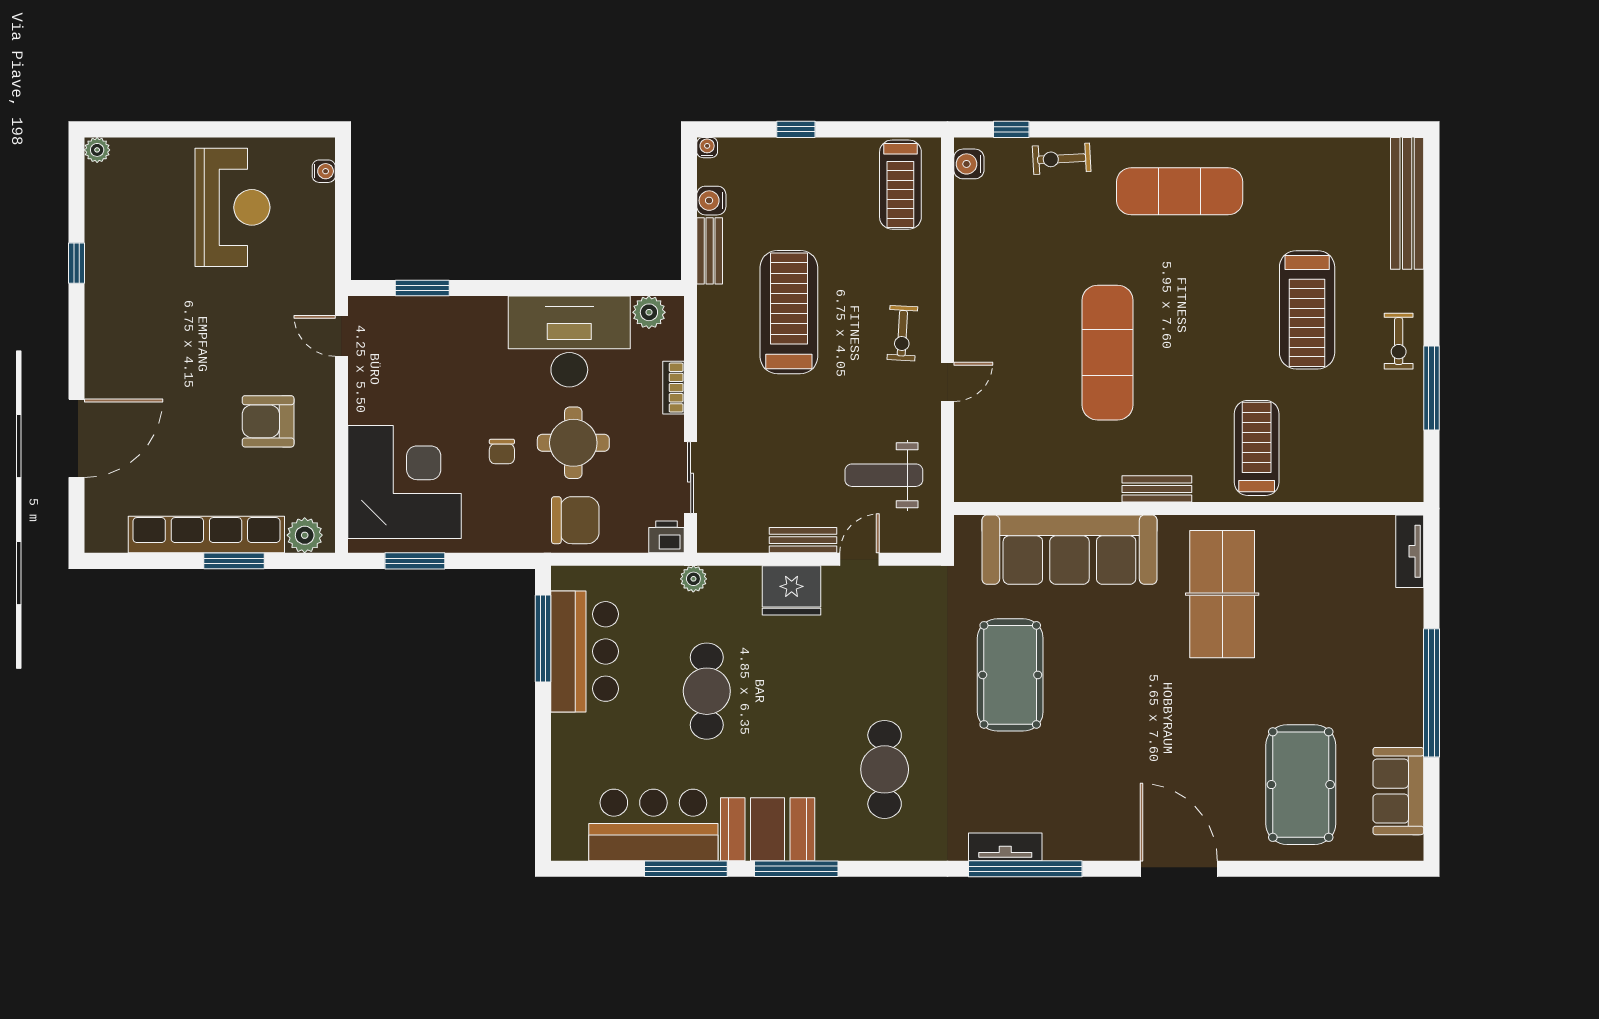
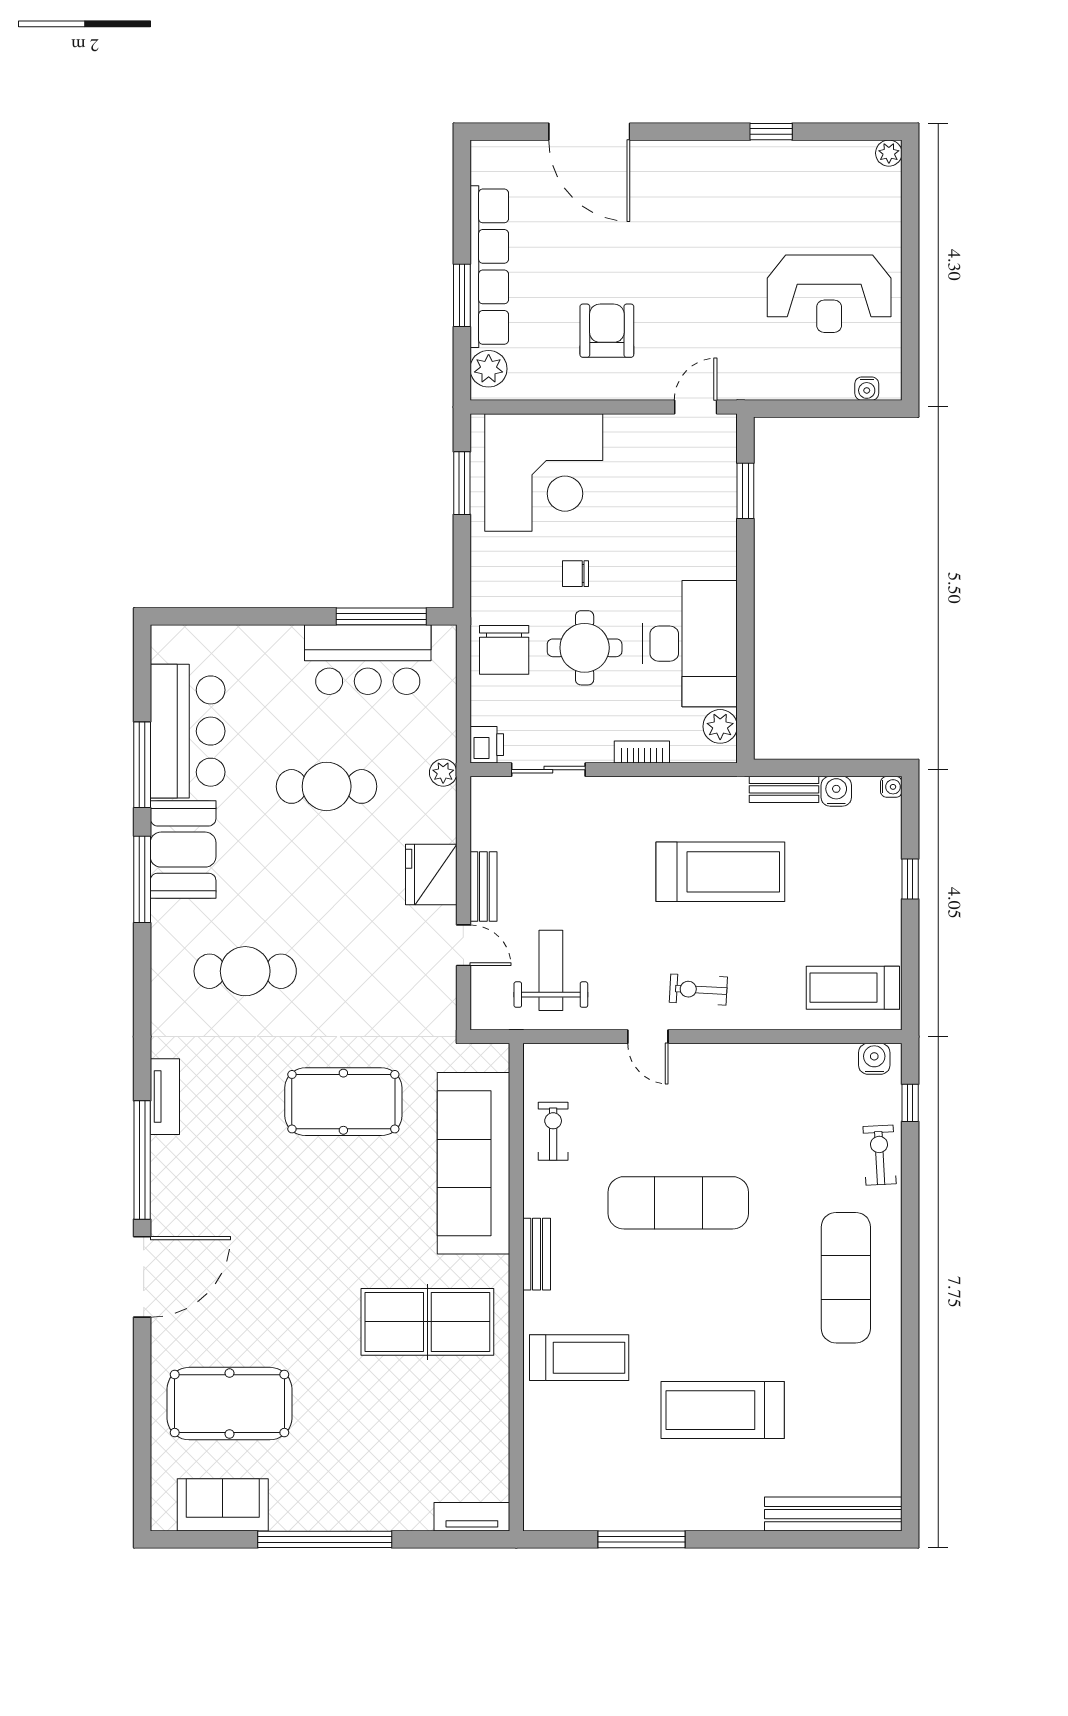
exercise bike: (1399, 341) -> (553, 1131), moved, turned 90
window: (1025, 869) -> (142, 1160), moved

